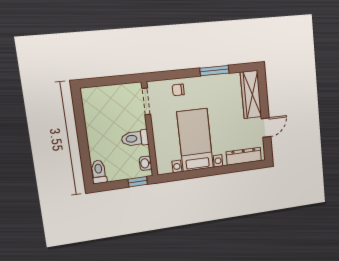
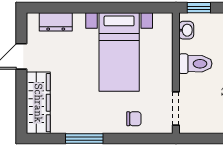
dresser: (244, 156) -> (56, 22), width x0.70

